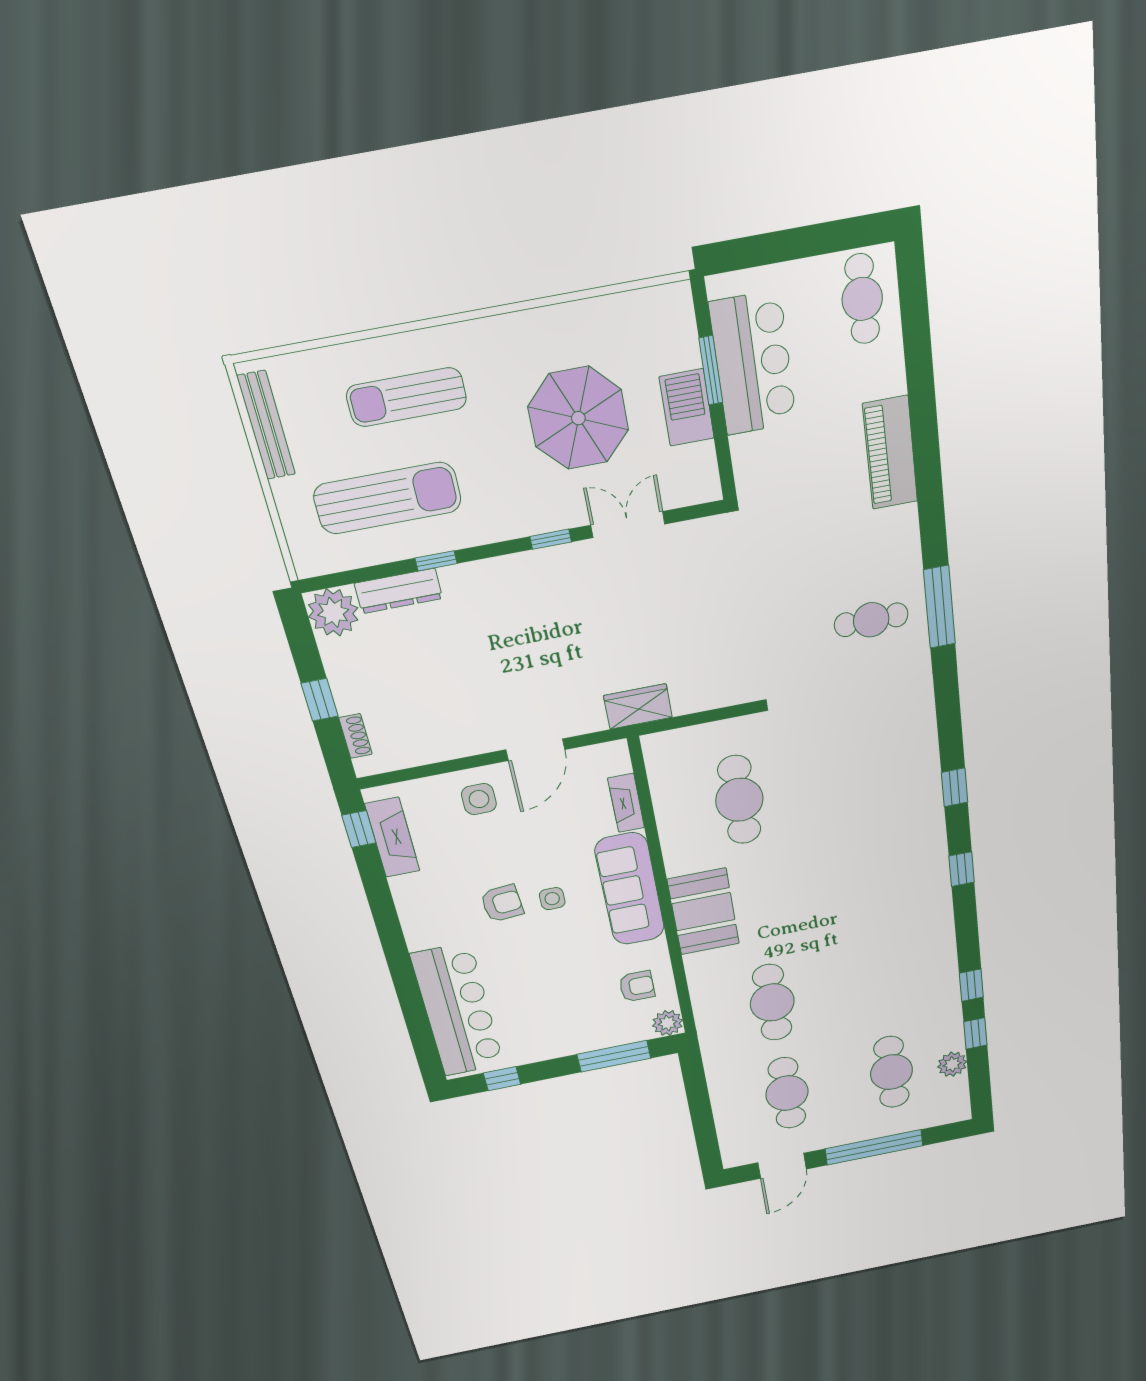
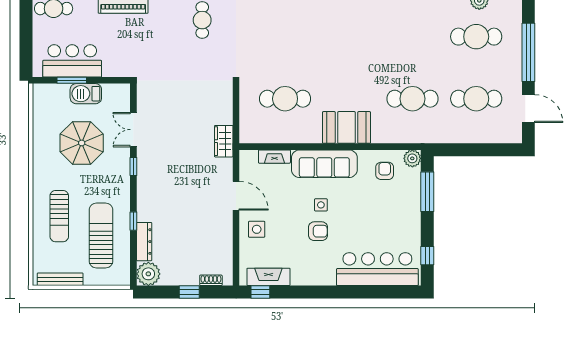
armchair: (502, 903) -> (318, 231), turned 95

